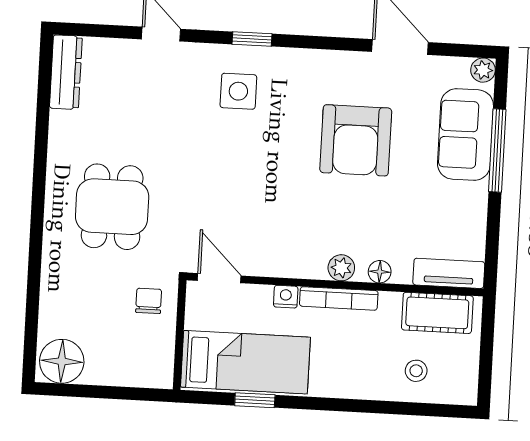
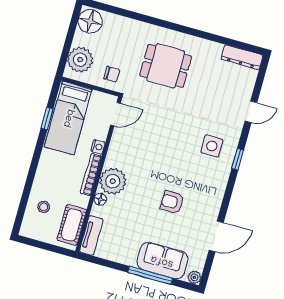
armchair: (356, 140) -> (172, 202), width x0.53, depth x0.53
plant: (341, 268) -> (113, 181), width x1.87, depth x1.87
plant: (135, 364) -> (80, 60), added

